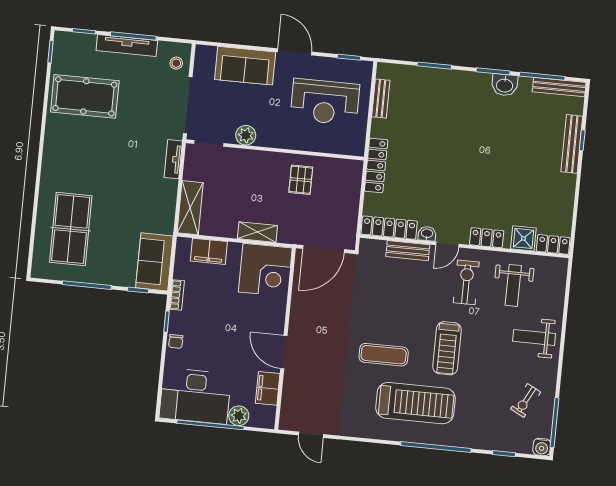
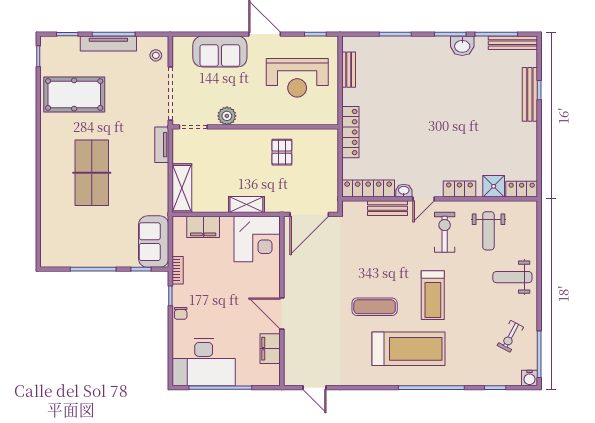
table tennis table: (71, 229) -> (92, 173), moved
plant: (239, 416) -> (246, 377), removed

